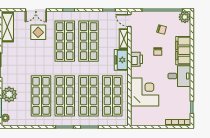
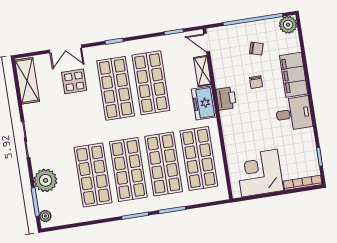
corner desk: (145, 92) -> (259, 173), moved, turned -90

